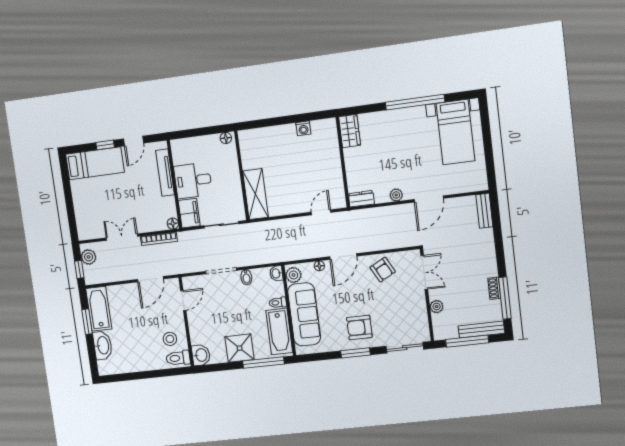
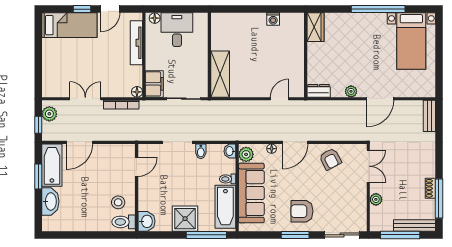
floor lamp: (226, 138) -> (155, 18), moved
desk: (193, 180) -> (177, 30), moved, turned 90
door: (150, 279) -> (80, 142), moved

